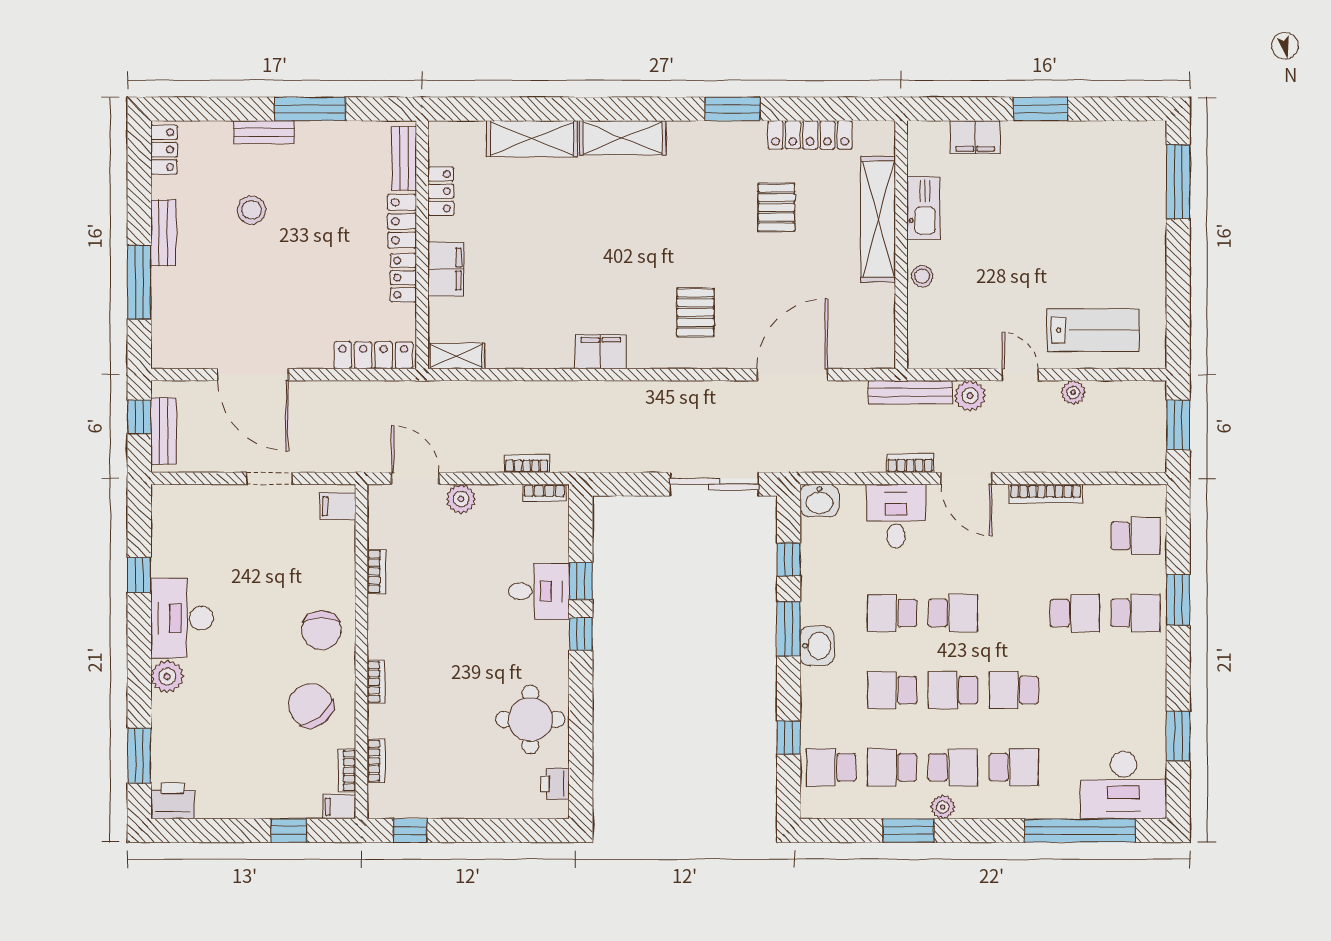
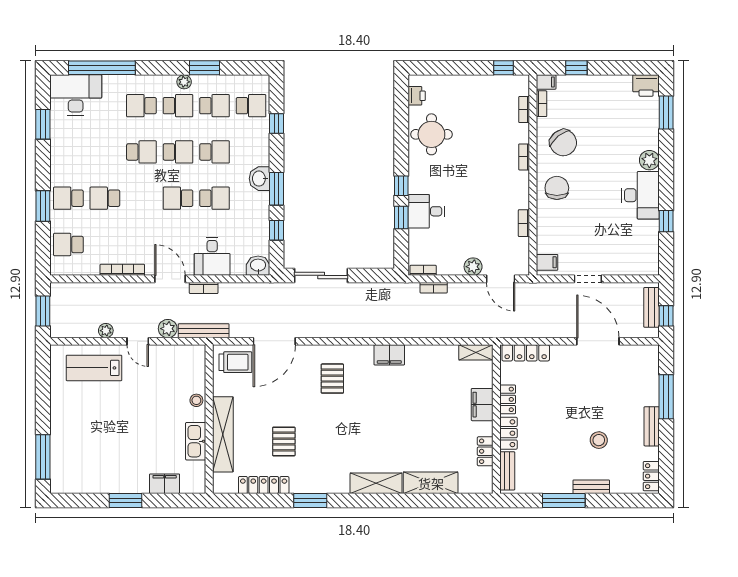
trolley: (857, 340) -> (235, 362), added
school desk: (953, 767) -> (178, 106), turned 180

